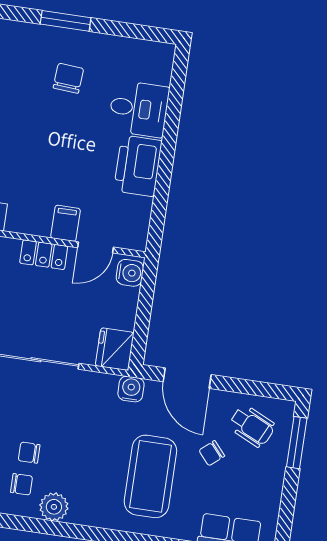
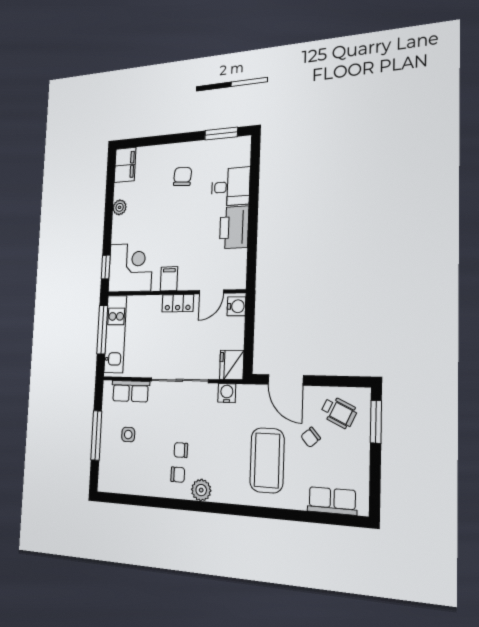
window: (66, 21) -> (221, 134), moved
filing cabinet: (65, 223) -> (169, 279), moved
water cooler: (131, 389) -> (227, 393), moved

